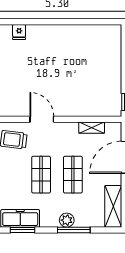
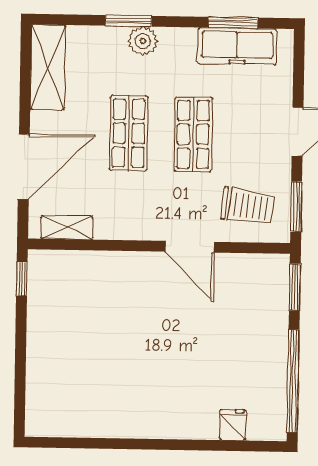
shelving: (92, 128) -> (67, 228), moved
window: (74, 230) -> (129, 21), width x0.69

